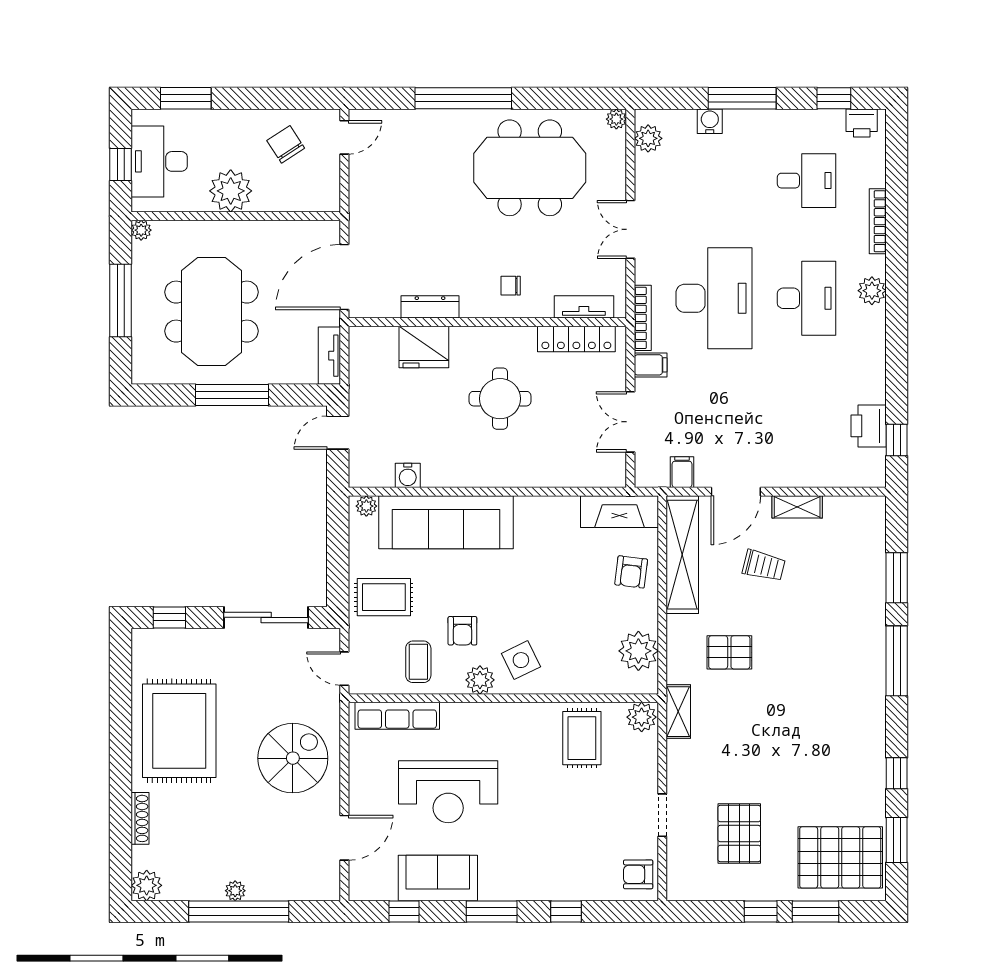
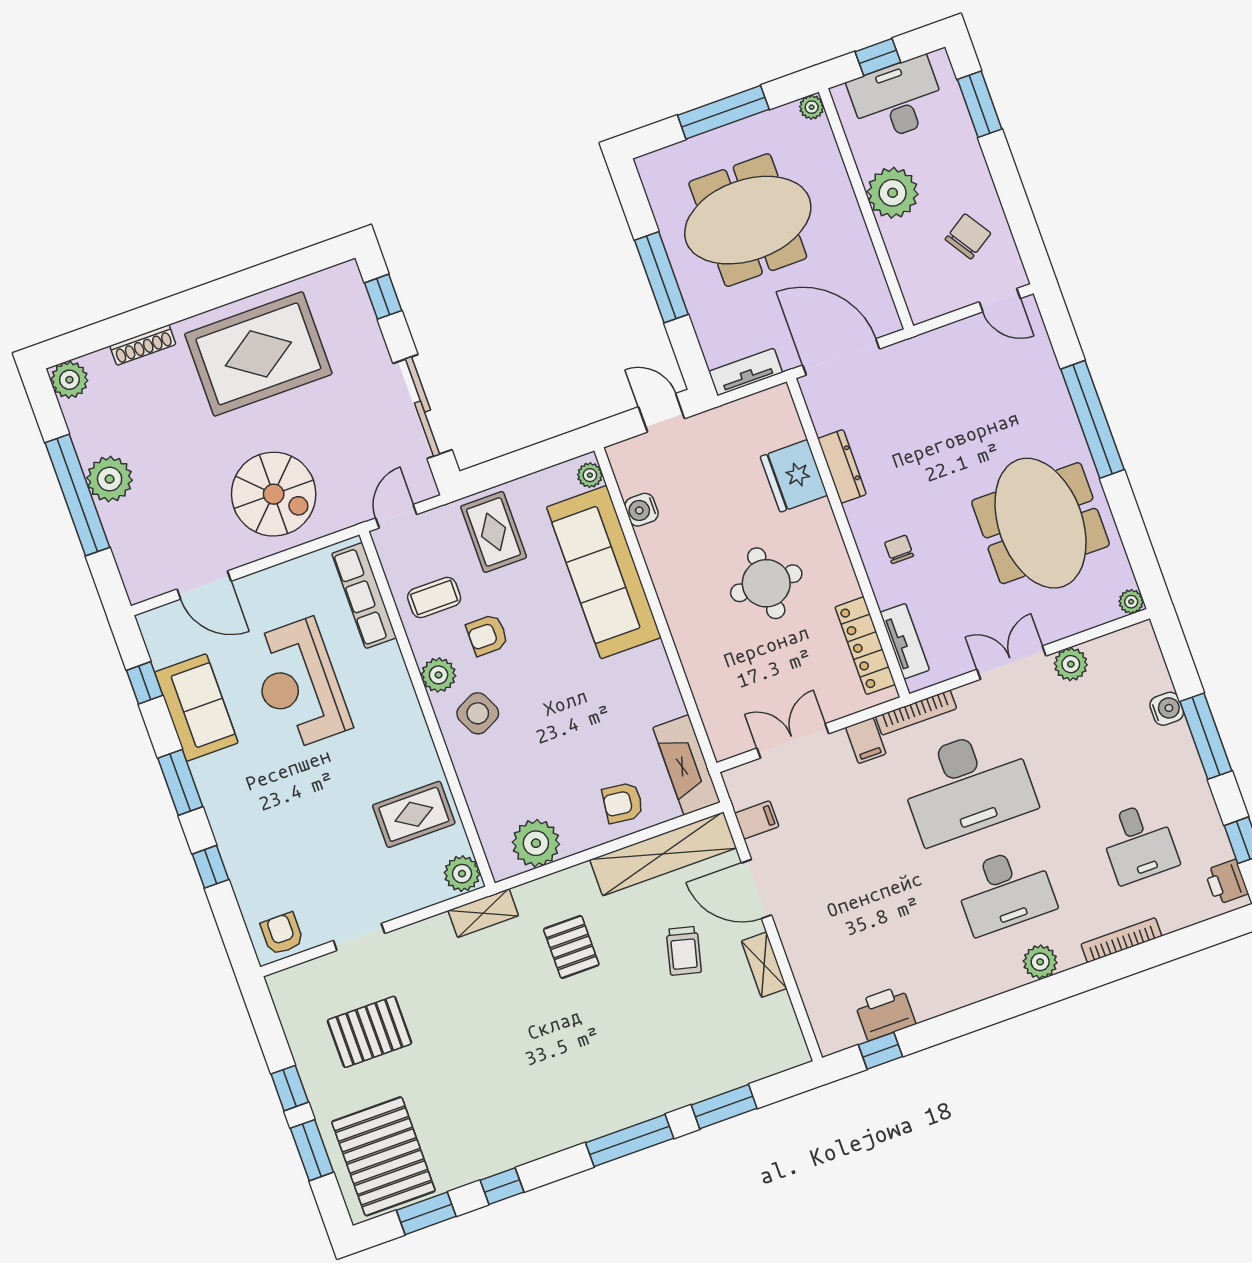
plant: (648, 138) -> (1071, 664), moved
plant: (235, 891) -> (110, 479), width x1.88, depth x1.88

